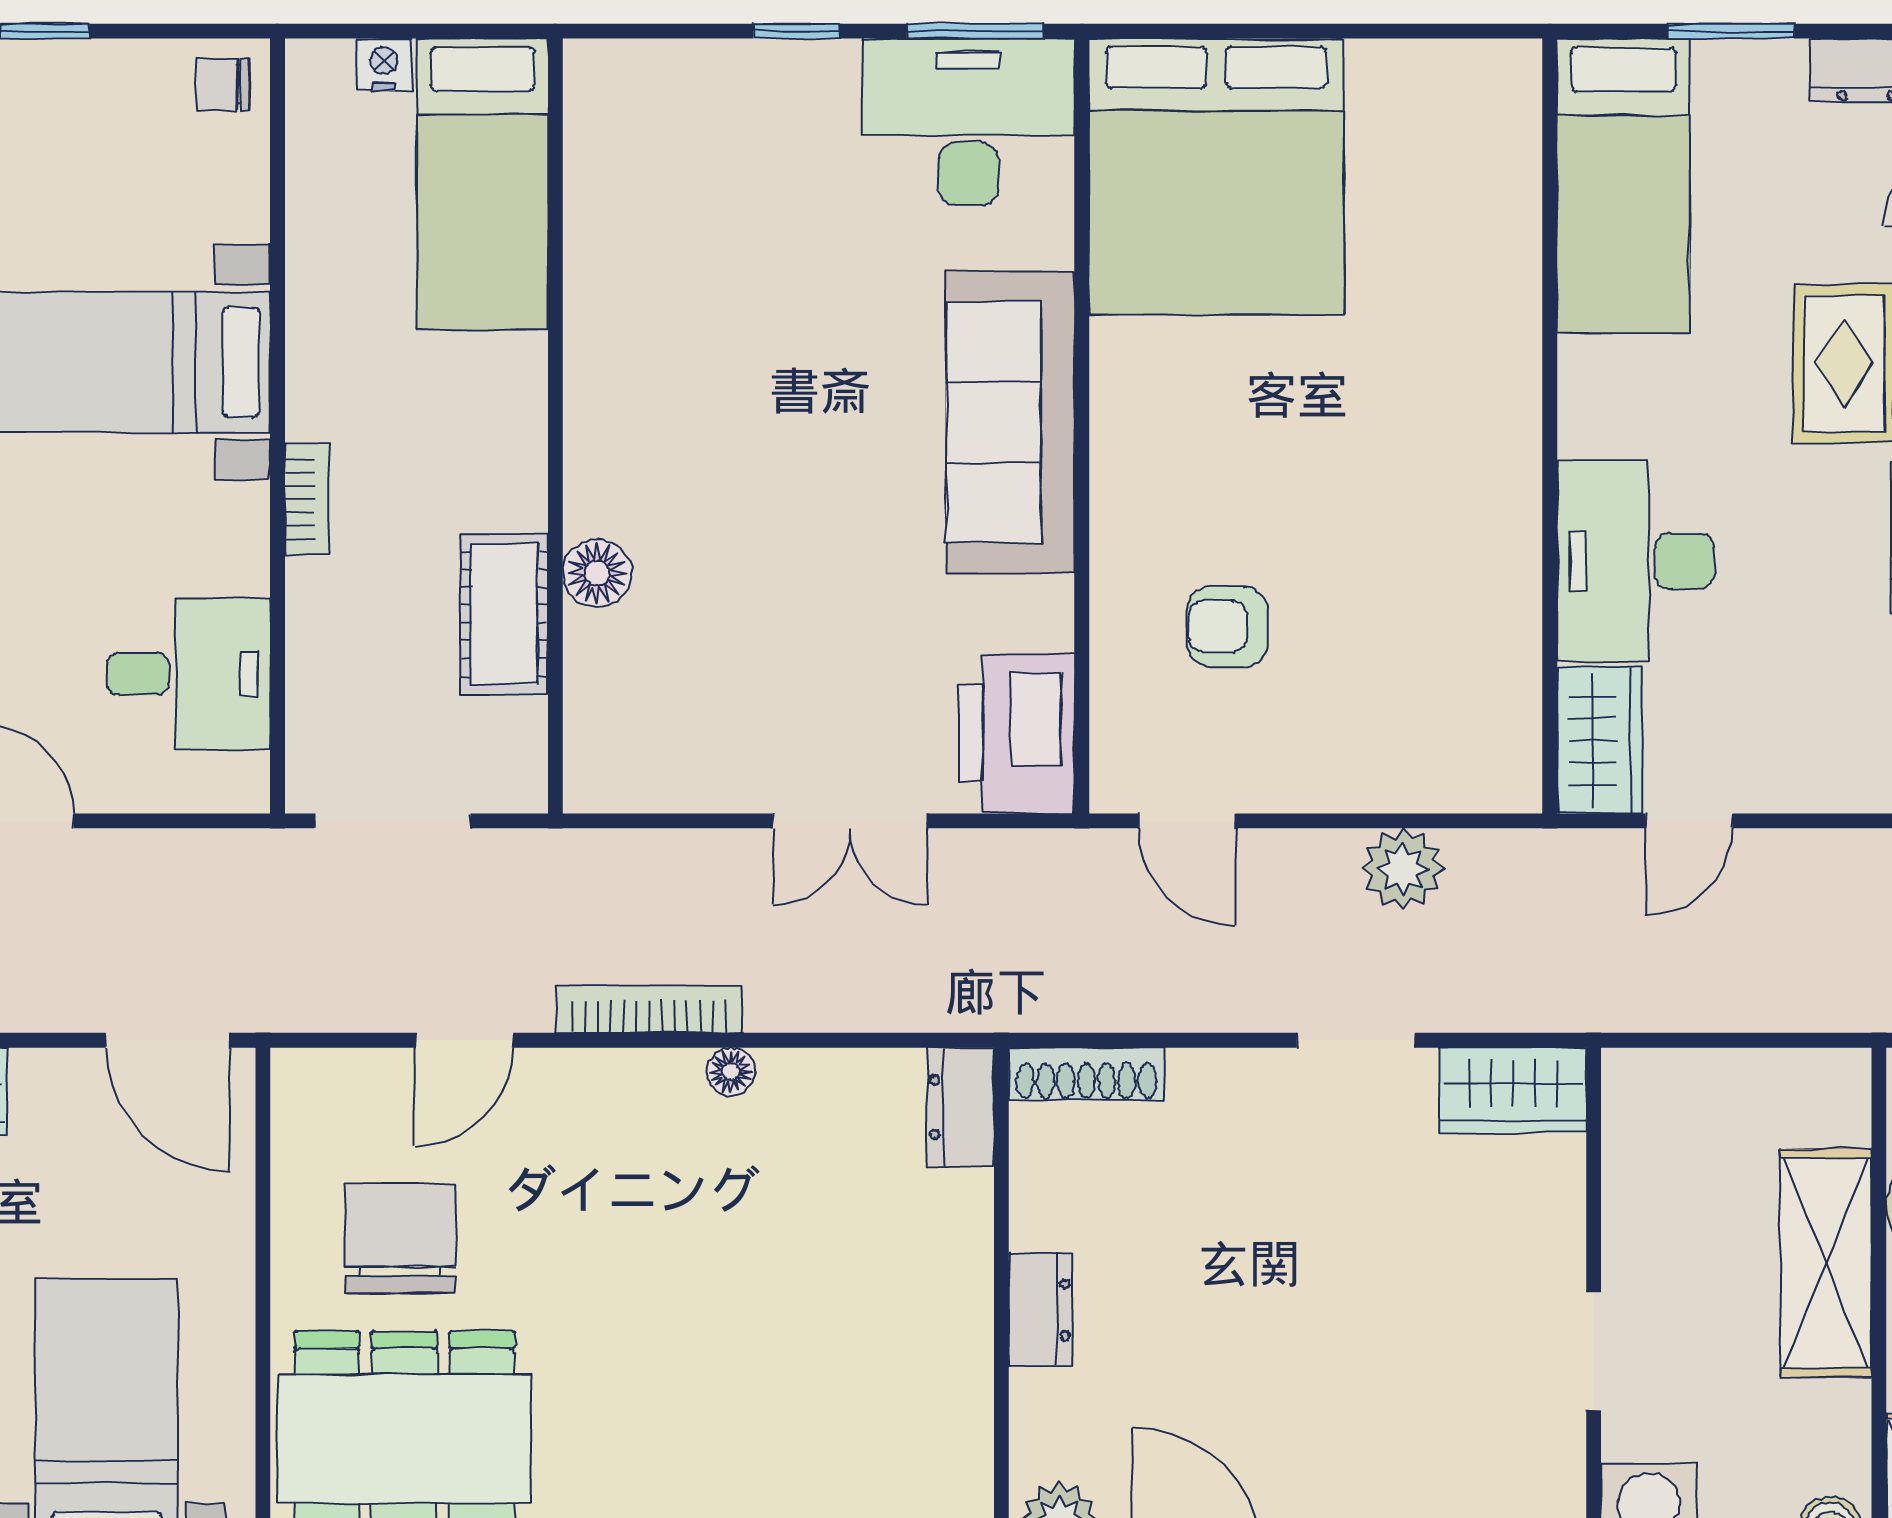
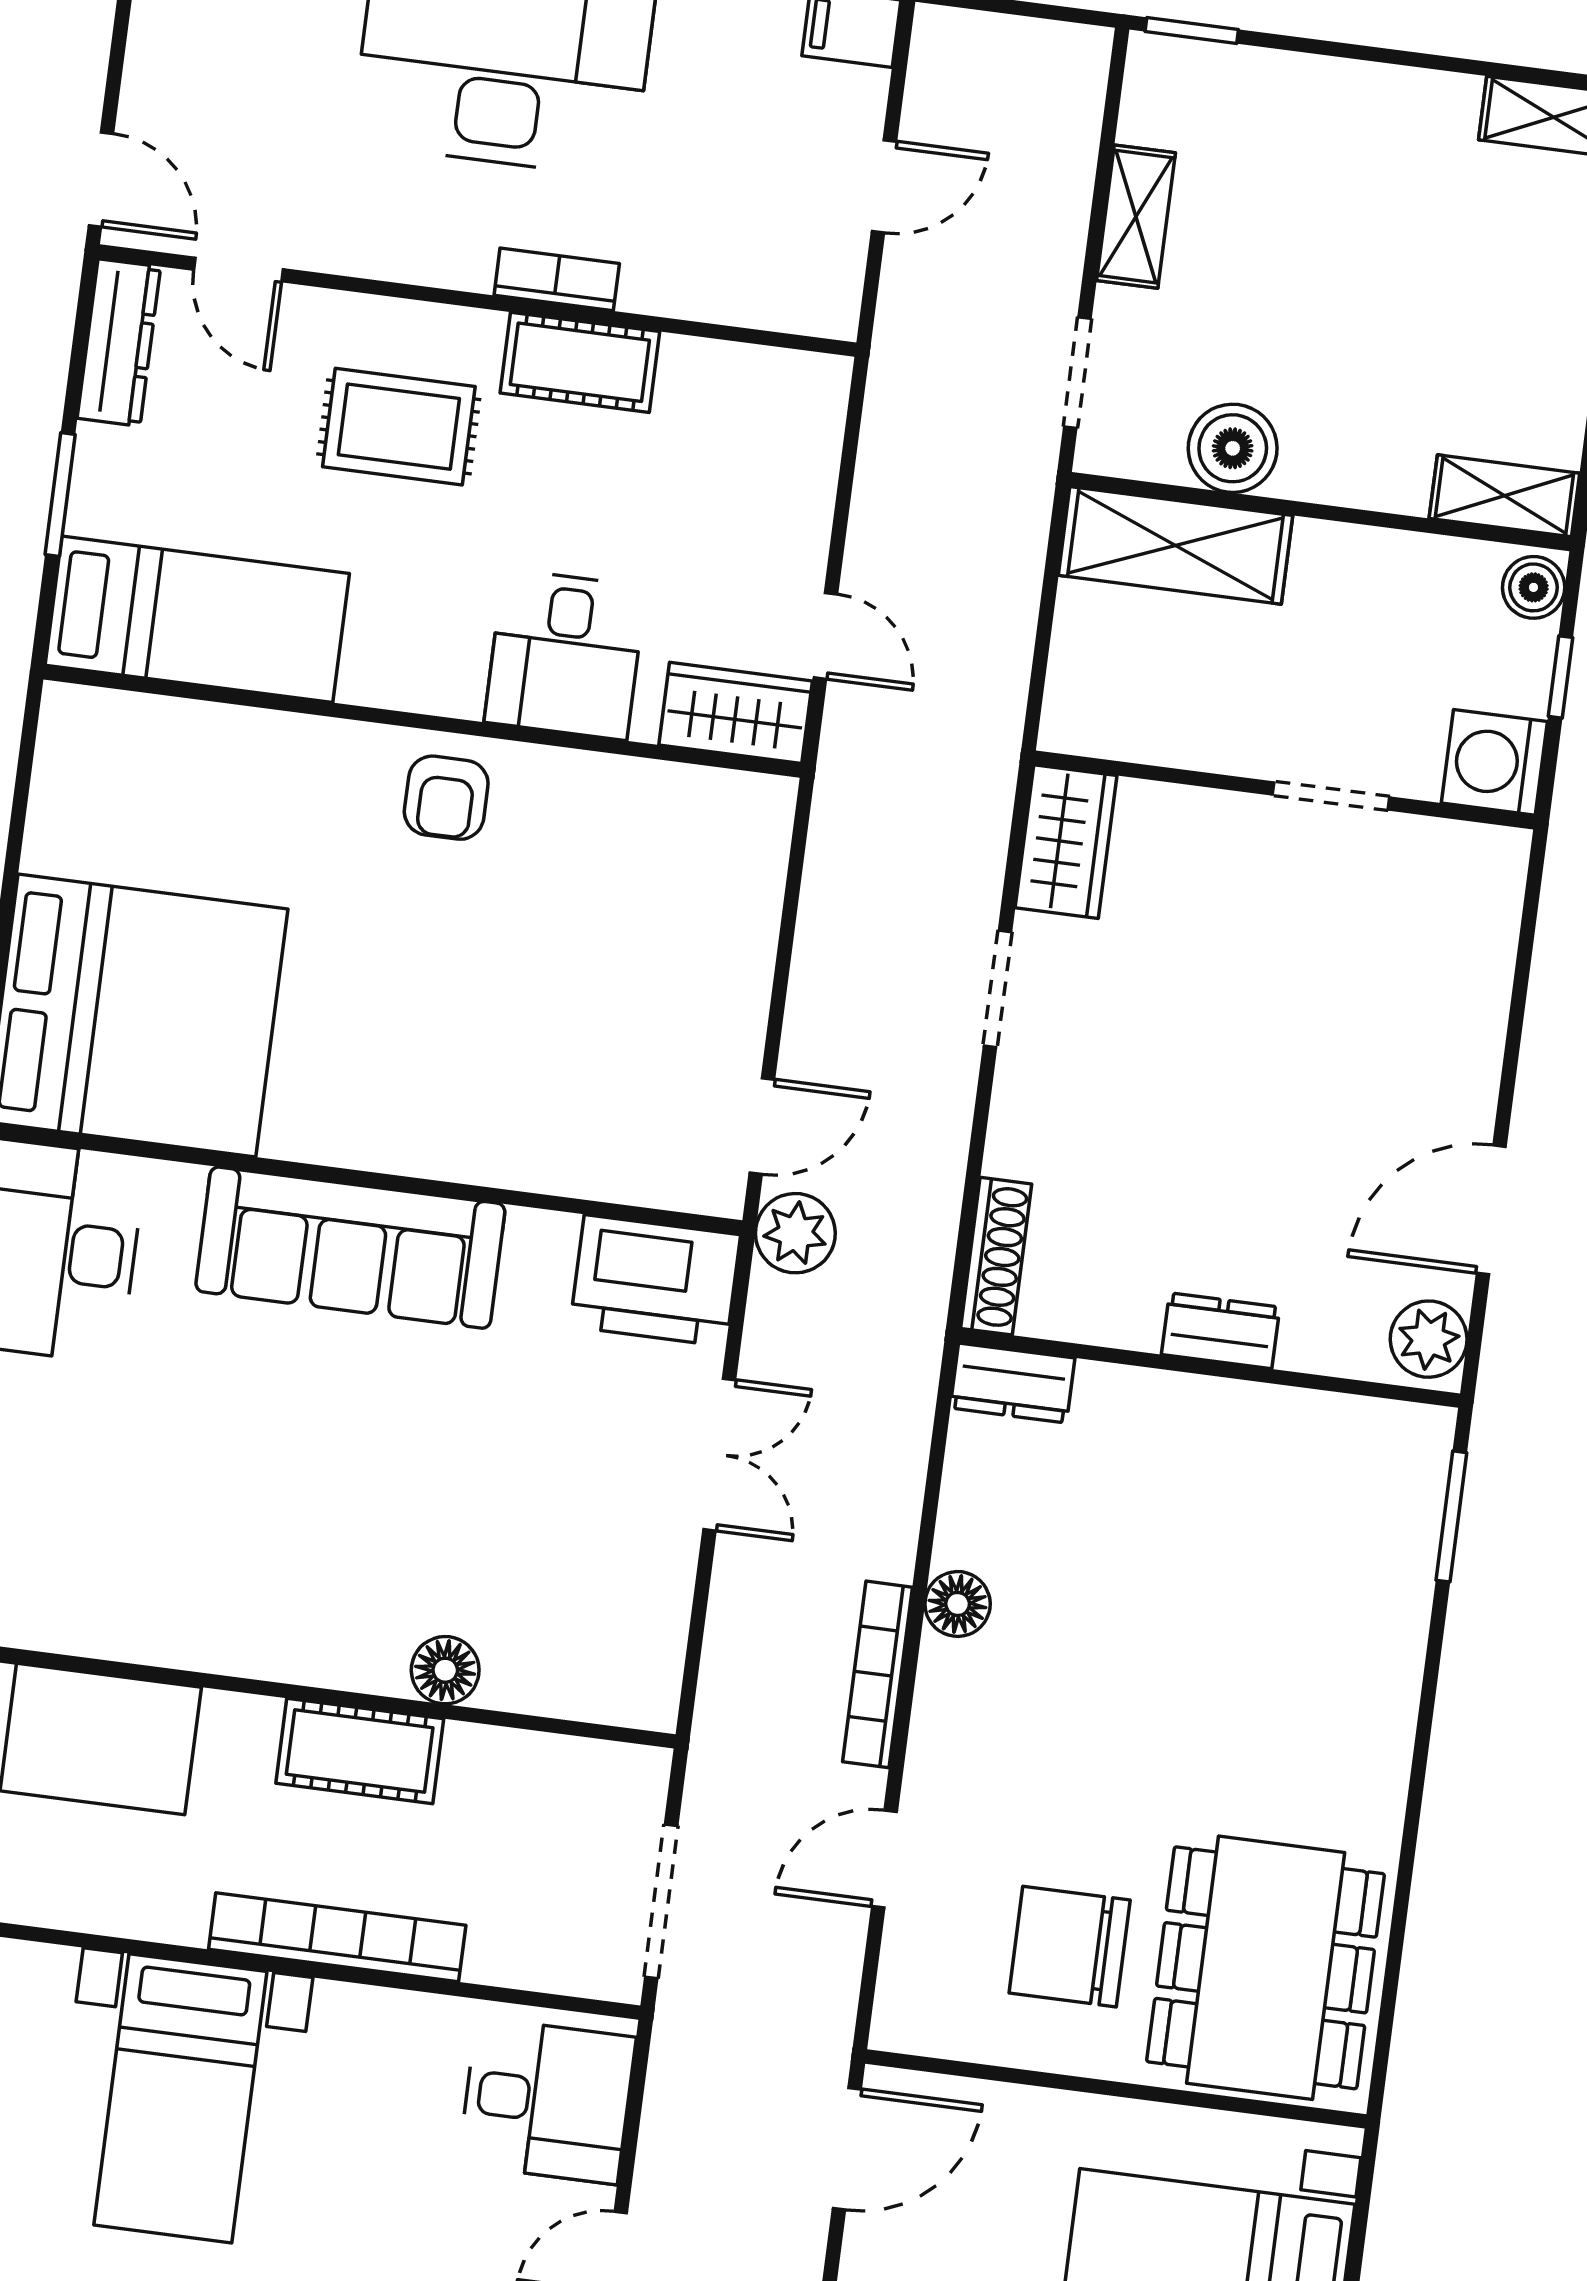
bookcase: (307, 499) -> (337, 1937), width x2.31, depth x1.31
desk: (1636, 561) -> (565, 655), width x0.73
cot: (504, 614) -> (360, 1751), moved
armchair: (1227, 627) -> (446, 798), moved
desk: (188, 674) -> (547, 2101), moved, turned 90
plant: (1403, 869) -> (795, 1233), moved
door: (464, 1040) -> (884, 1859), swing flipped
floor lamp: (731, 1072) -> (958, 1604), width x1.37, depth x1.37
shelving: (1826, 1263) -> (1175, 545), moved

